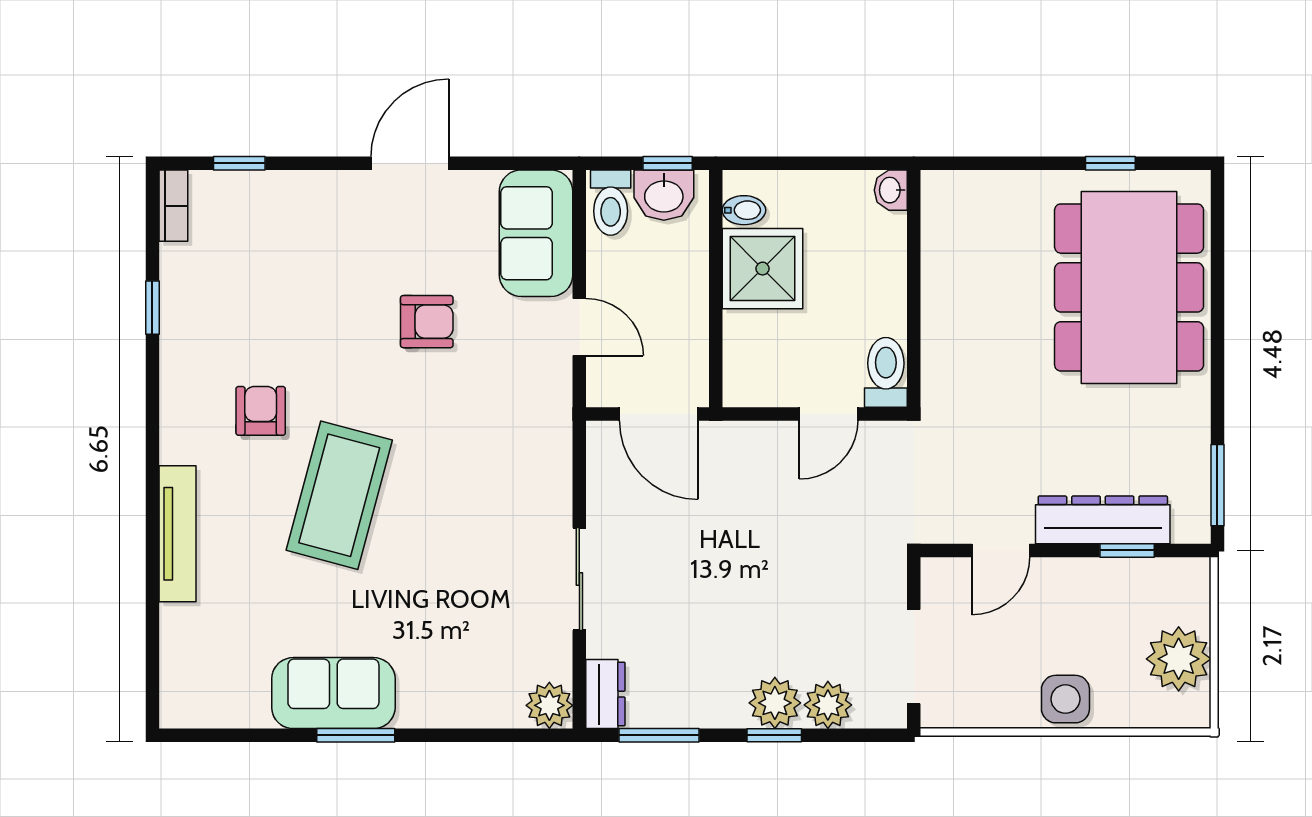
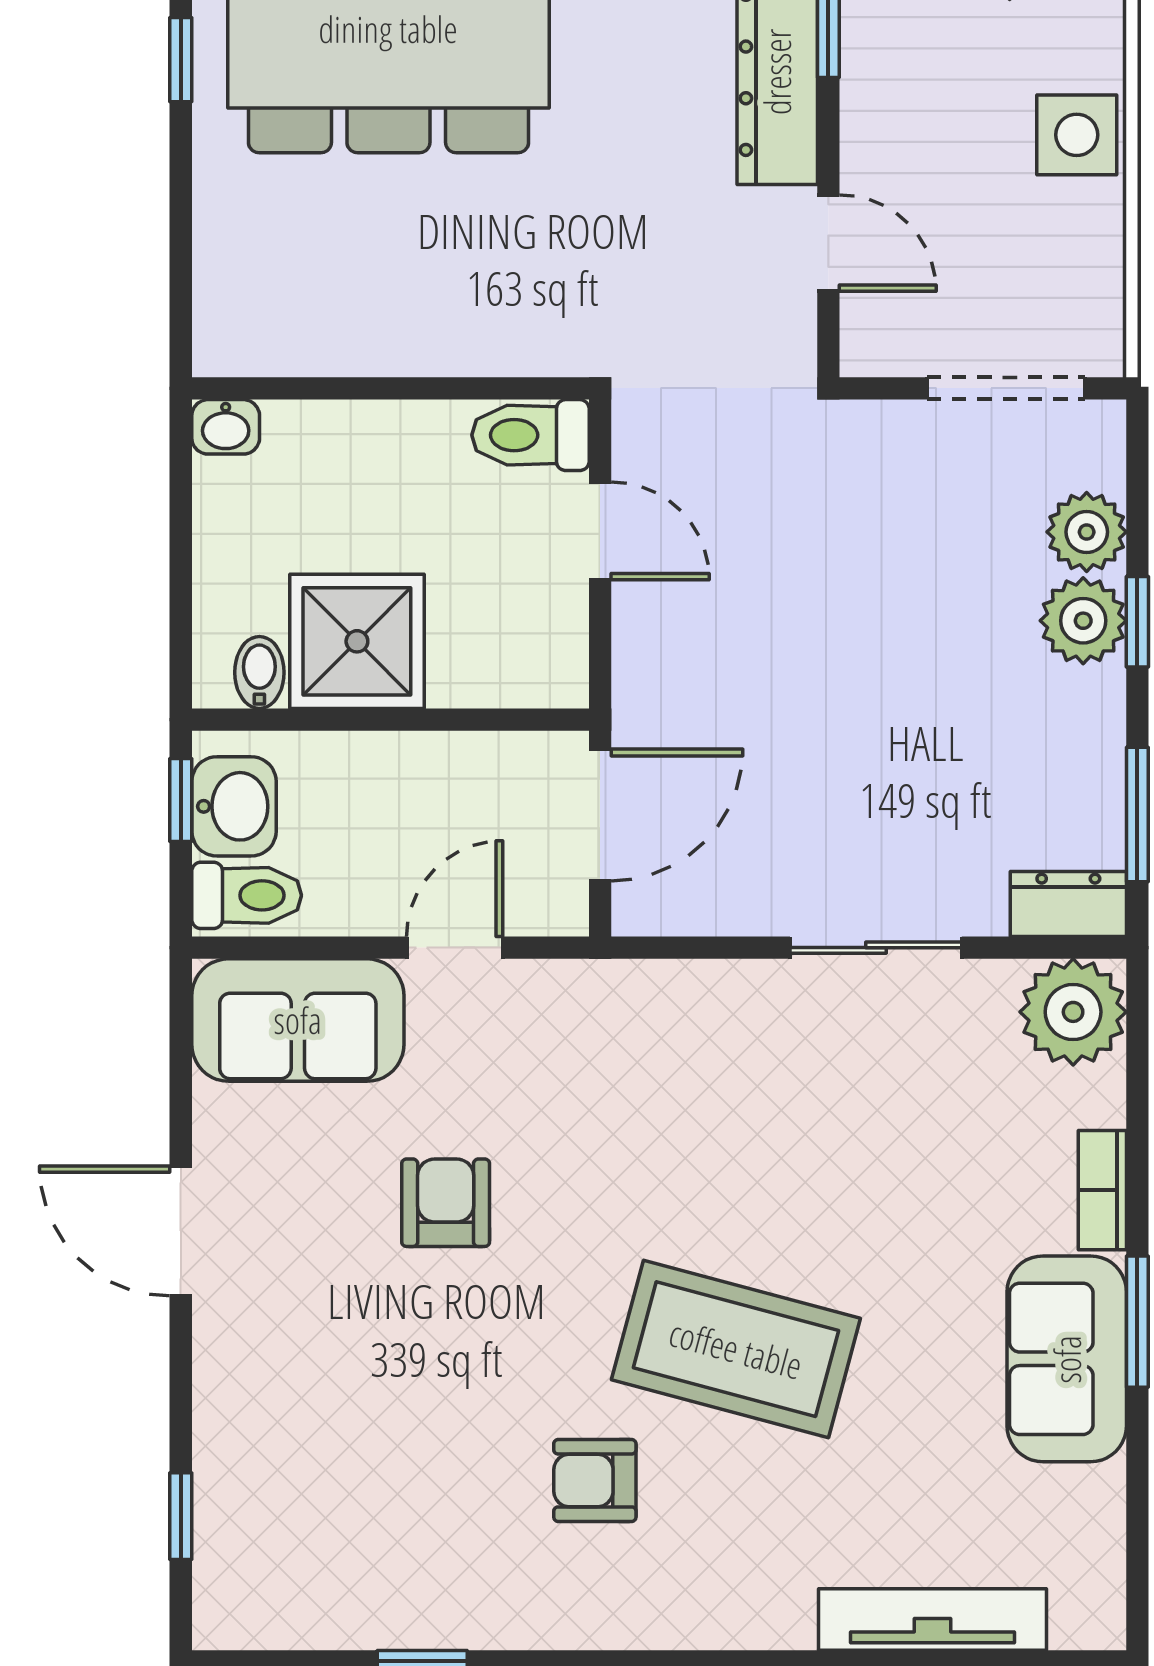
bookcase: (173, 206) -> (1102, 1190), moved, turned -90
tv unit: (177, 534) -> (932, 1620), moved
plant: (549, 705) -> (1073, 1012), width x1.36, depth x1.36

